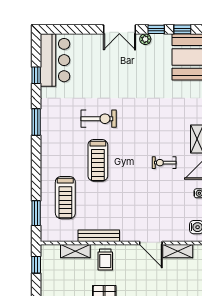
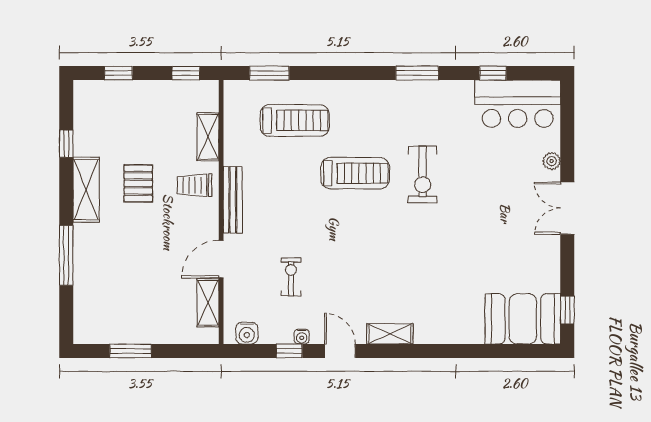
window: (156, 29) -> (567, 268), removed
plant: (145, 39) -> (552, 161), moved
treadmill: (98, 160) -> (355, 173), turned 180
exercise bike: (164, 163) -> (291, 277), moved
treadmill: (65, 198) -> (295, 120), turned 180
bench: (99, 236) -> (233, 200), moved

